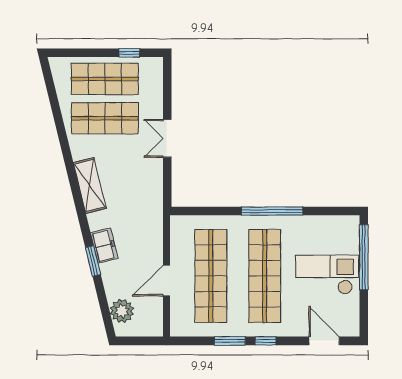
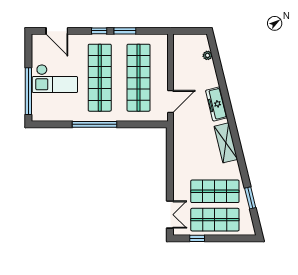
double door: (167, 138) -> (170, 215), moved
freezer: (104, 246) -> (216, 104), width x1.40
window: (93, 261) -> (250, 198), moved
door: (166, 281) -> (171, 101), moved
plant: (122, 311) -> (207, 55), width x0.53, depth x0.53

